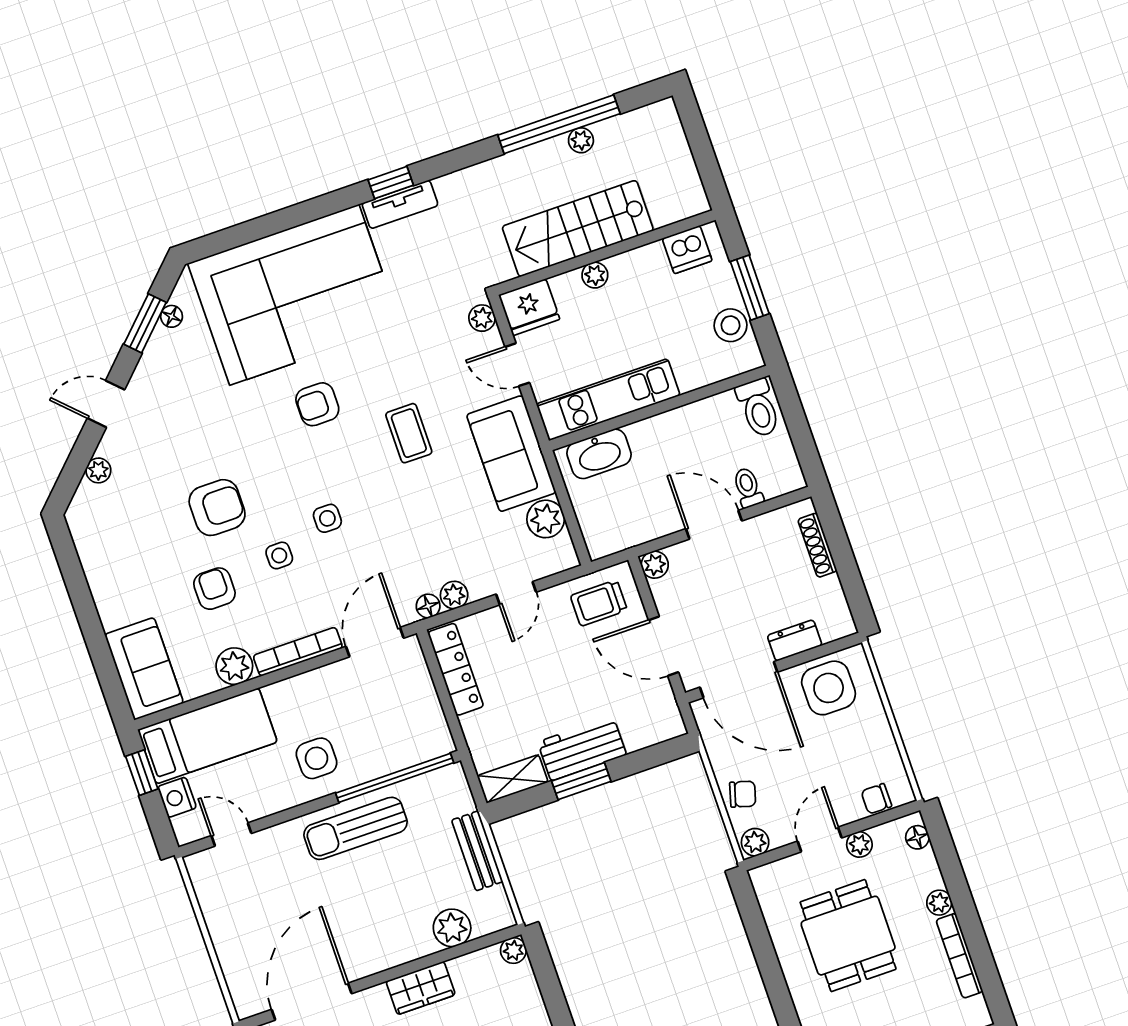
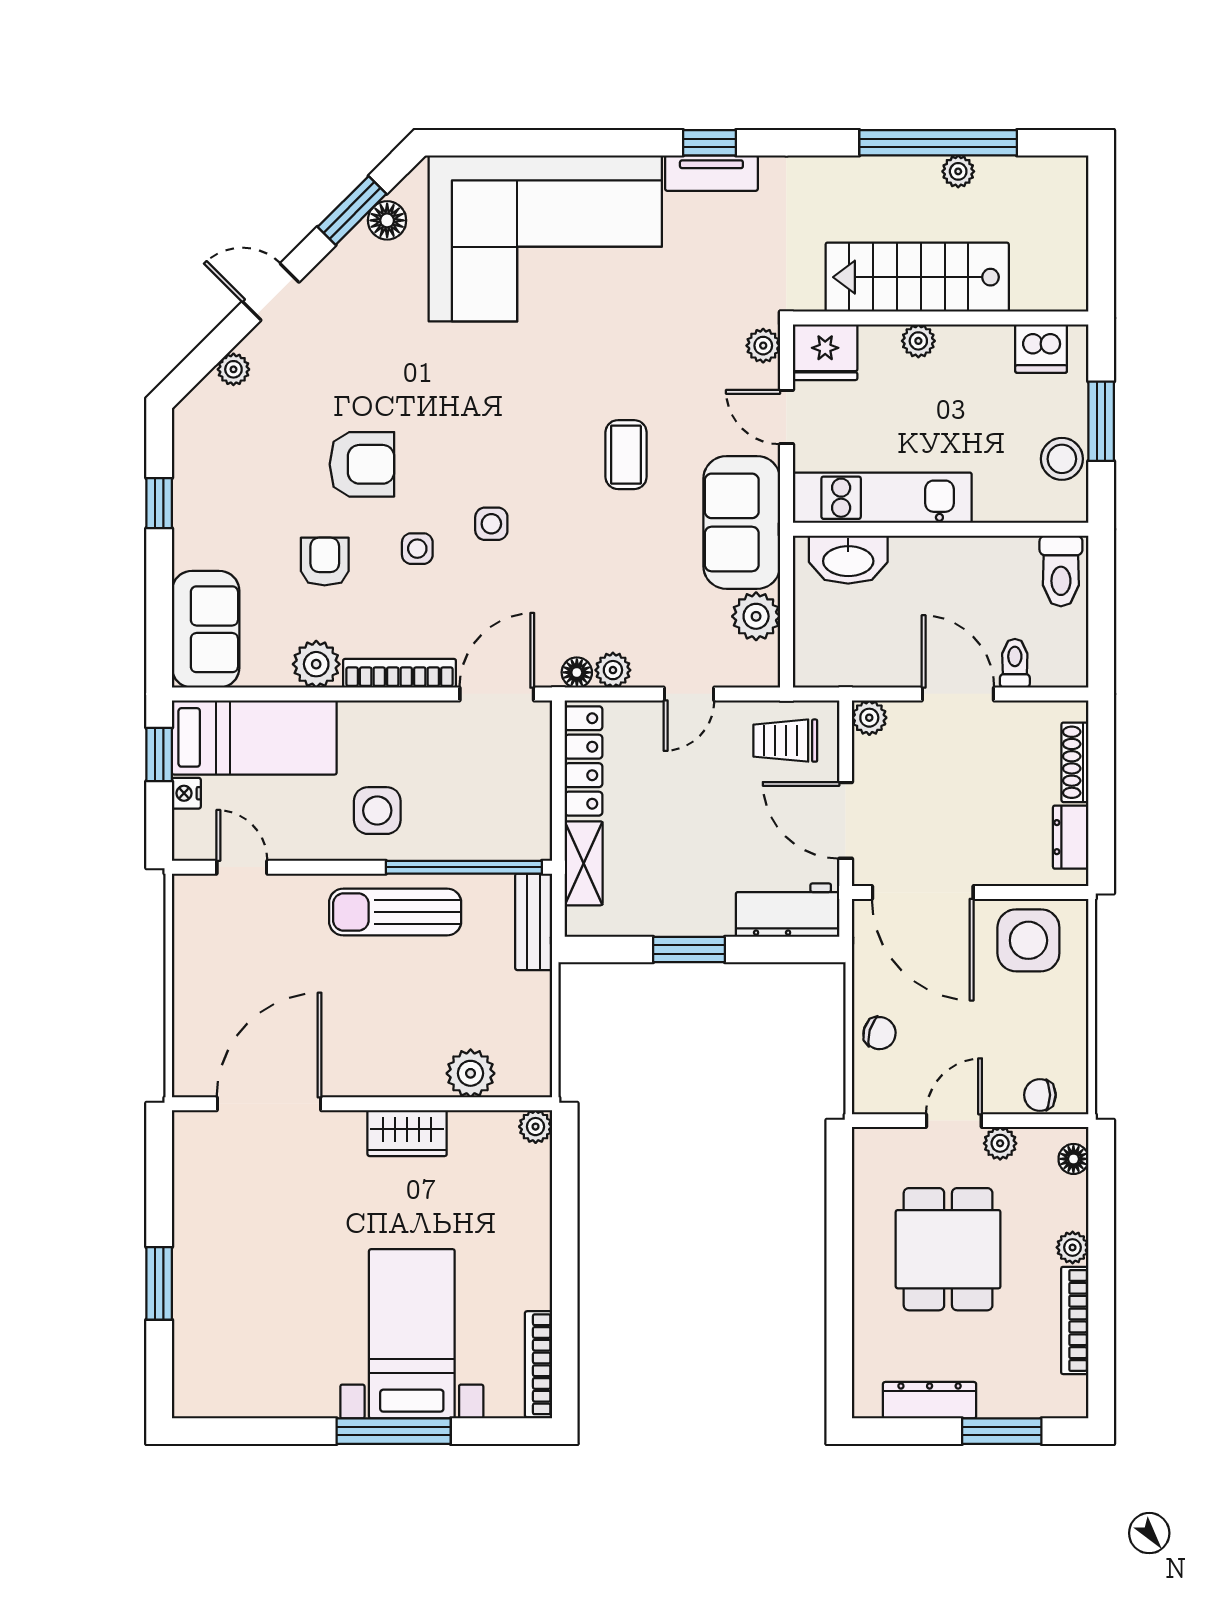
floor lamp: (172, 316) -> (387, 220), width x1.37, depth x1.37
armchair: (317, 404) -> (527, 381), removed
window: (78, 588) -> (159, 503), added
dresser: (795, 640) -> (1071, 837), moved, turned -90
workbench: (582, 748) -> (788, 910), moved
shelving: (513, 779) -> (584, 863), moved, turned 90
nightstand: (177, 797) -> (186, 793), width x0.72, depth x0.74
plant: (755, 842) -> (874, 1097), removed
bench: (477, 851) -> (534, 922), moved

